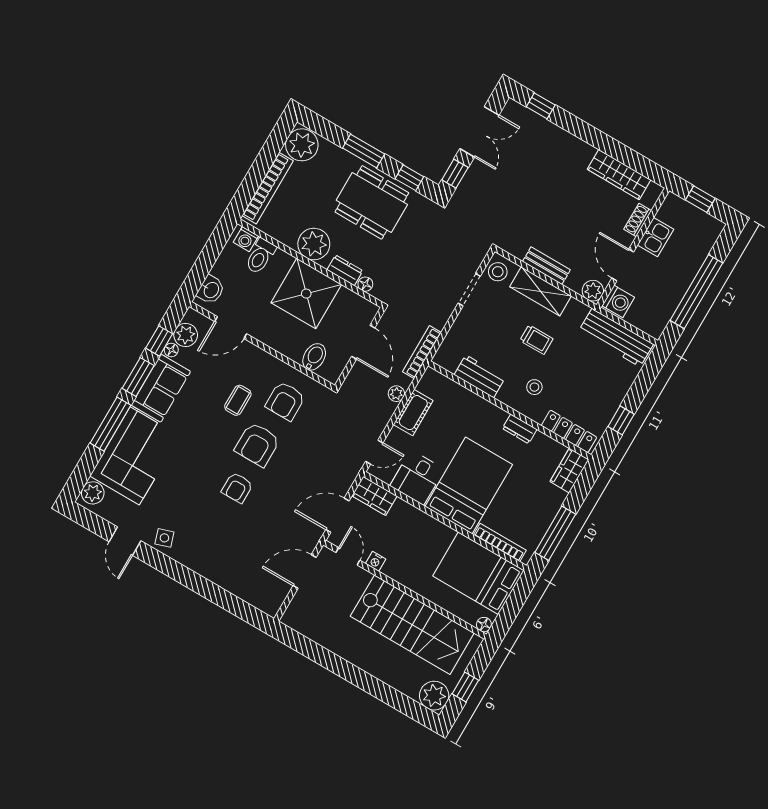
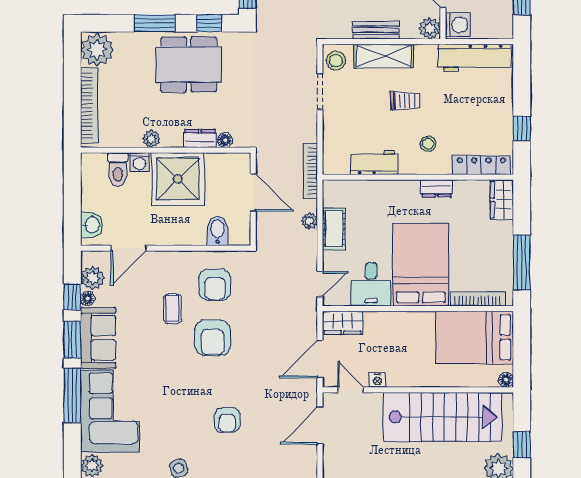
washing machine: (246, 239) -> (139, 162), moved
plant: (314, 244) -> (151, 139), width x0.53, depth x0.53
armchair: (237, 488) -> (227, 420), moved

